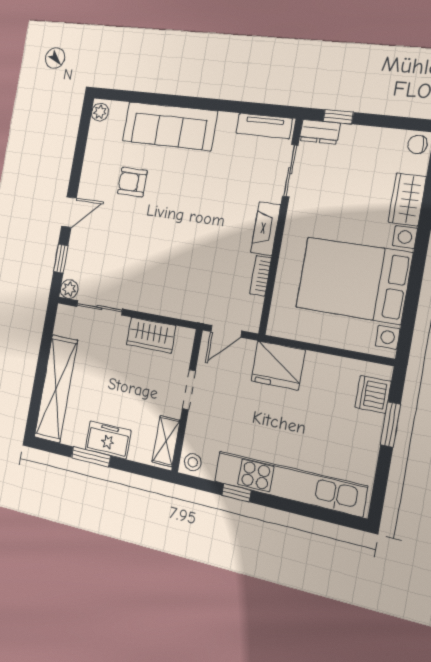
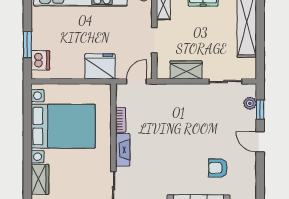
armchair: (132, 182) -> (218, 168), turned 180
door: (69, 212) -> (260, 142), hinge flipped
plant: (69, 289) -> (250, 103), moved

